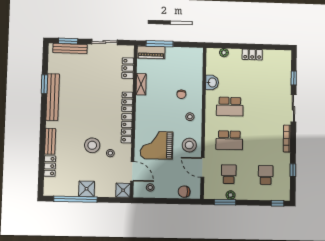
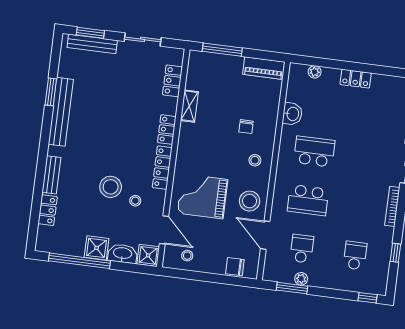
piano: (151, 52) -> (264, 68), moved
school desk: (230, 107) -> (314, 151), turned 180
washbasin: (105, 191) -> (123, 254), added

